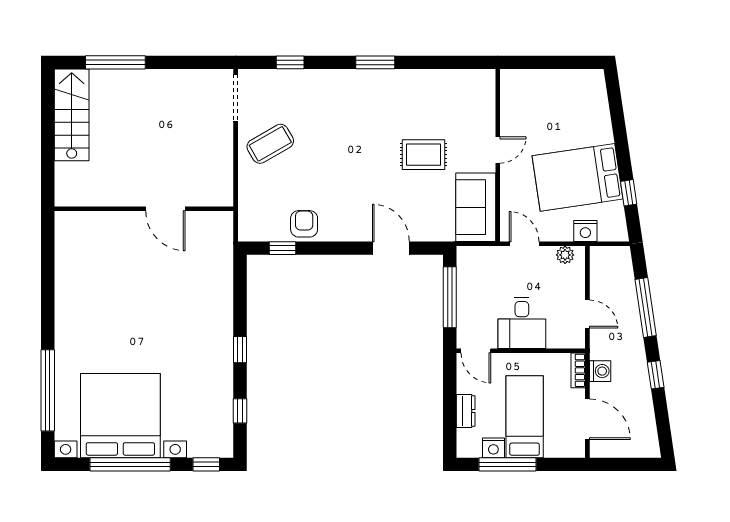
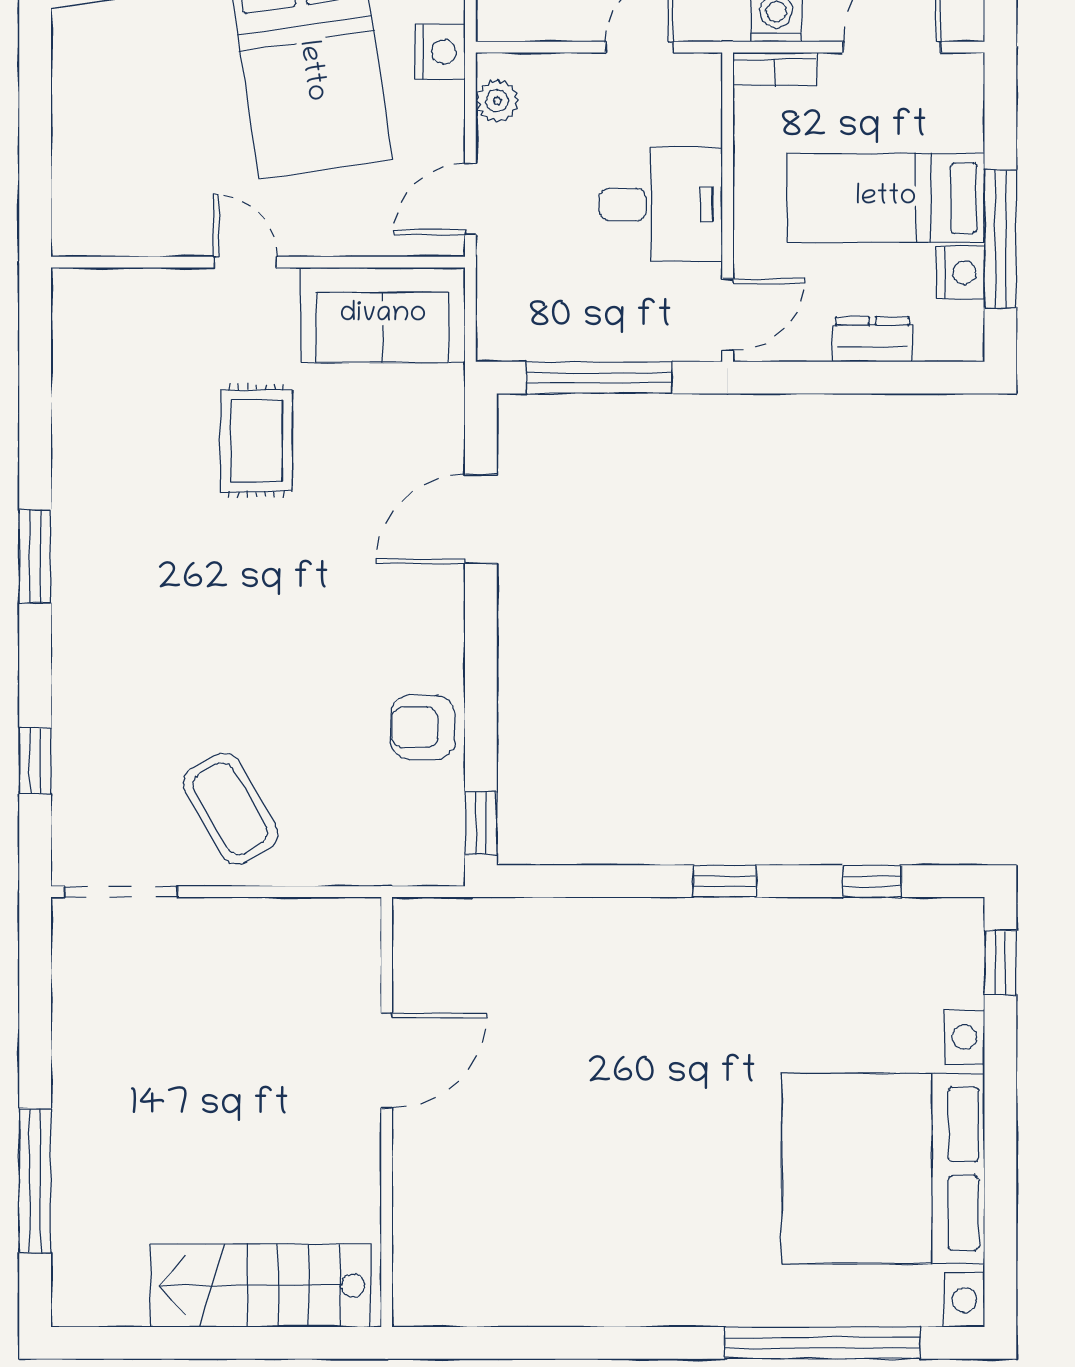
stairs: (72, 115) -> (260, 1286), moved
window: (283, 248) -> (481, 823), moved
window: (130, 464) -> (1000, 1145), removed

